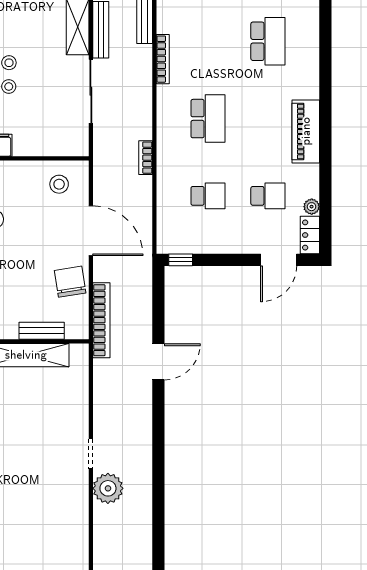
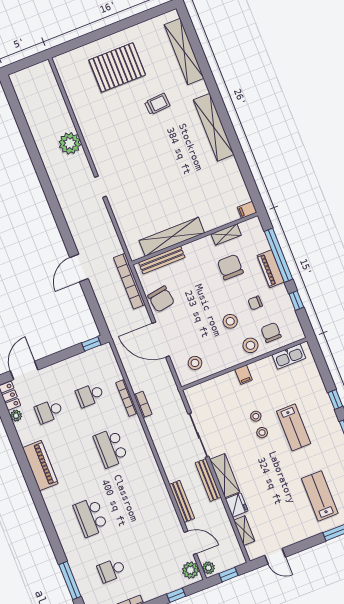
bookcase: (163, 59) -> (127, 398), moved
bench: (42, 331) -> (162, 260), width x1.36
plant: (108, 488) -> (70, 143), moved

